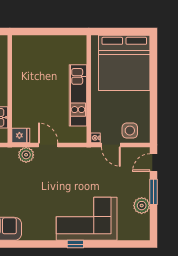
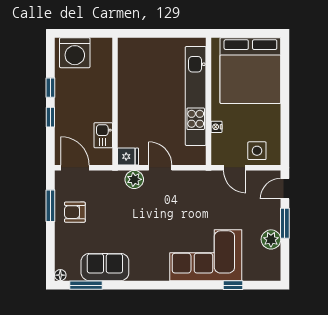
kitchen unit: (78, 95) -> (196, 96), width x1.36
nightstand: (96, 138) -> (216, 127), moved
window: (75, 244) -> (233, 285), moved

